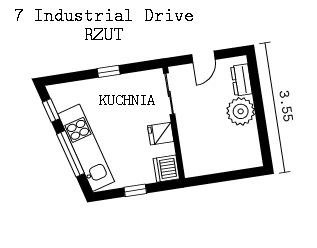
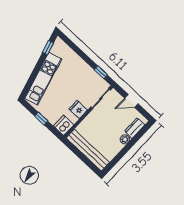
window: (109, 71) -> (101, 72), moved
plant: (241, 111) -> (125, 139), width x0.53, depth x0.53
window: (71, 154) -> (34, 74), removed
bench: (223, 162) -> (88, 150), added

